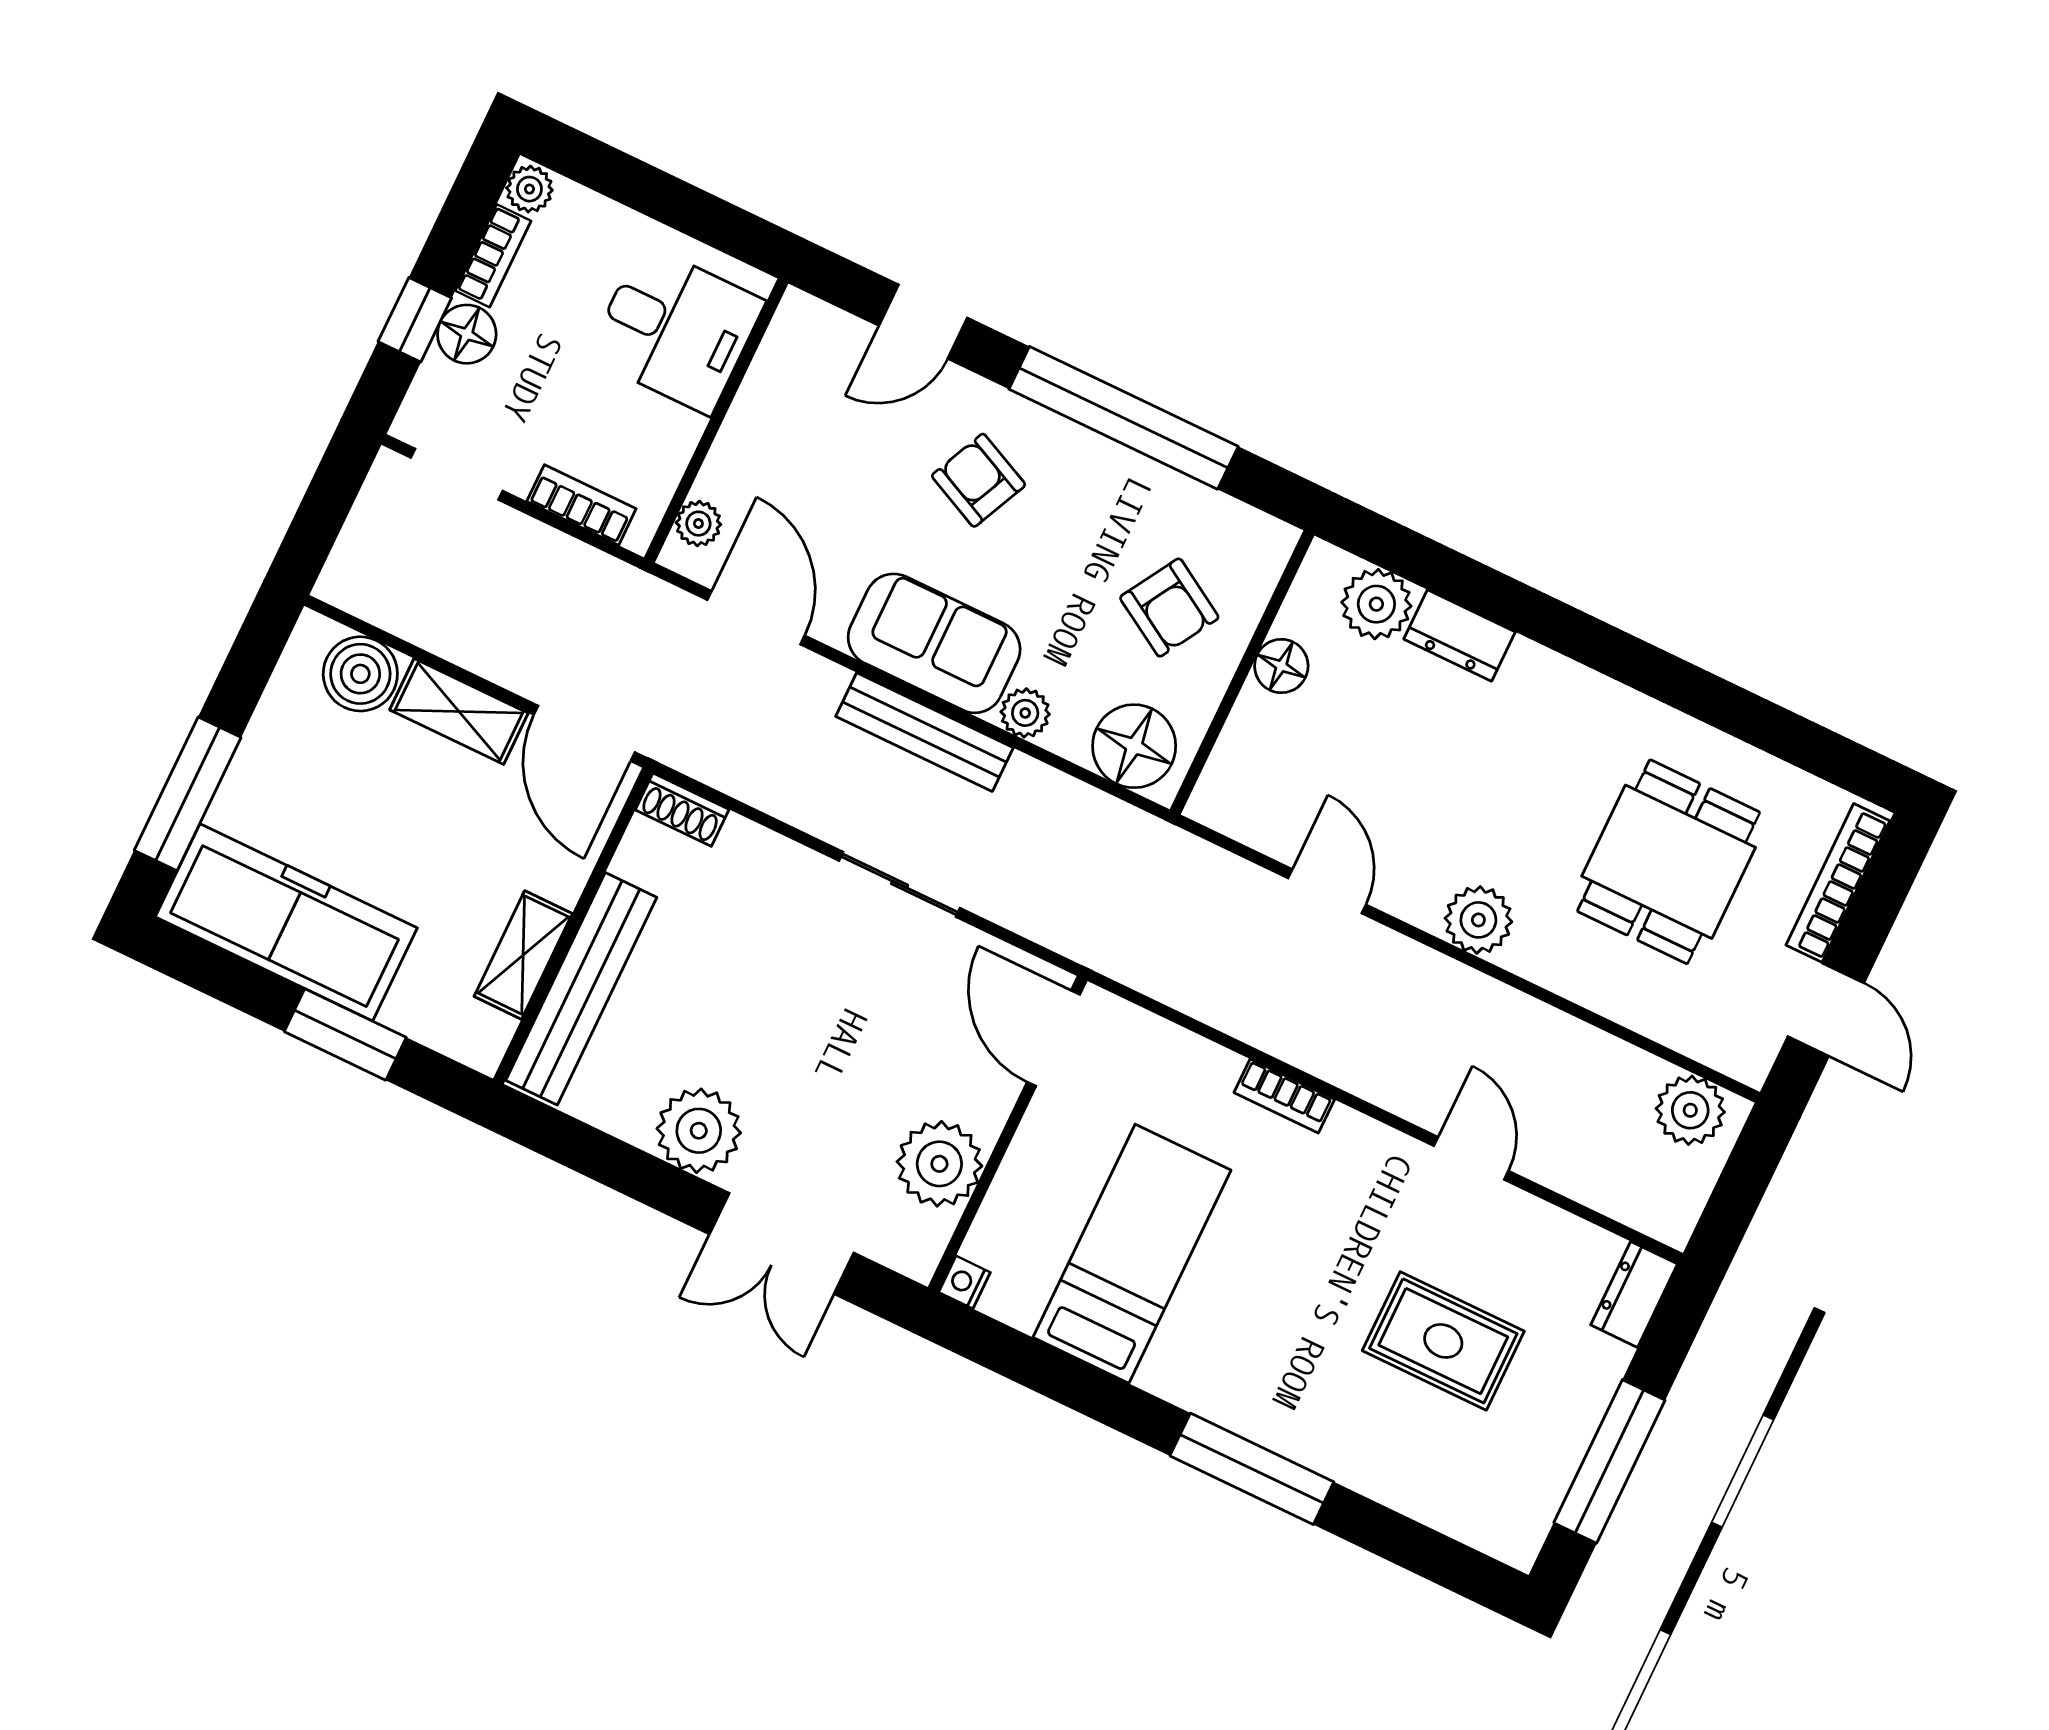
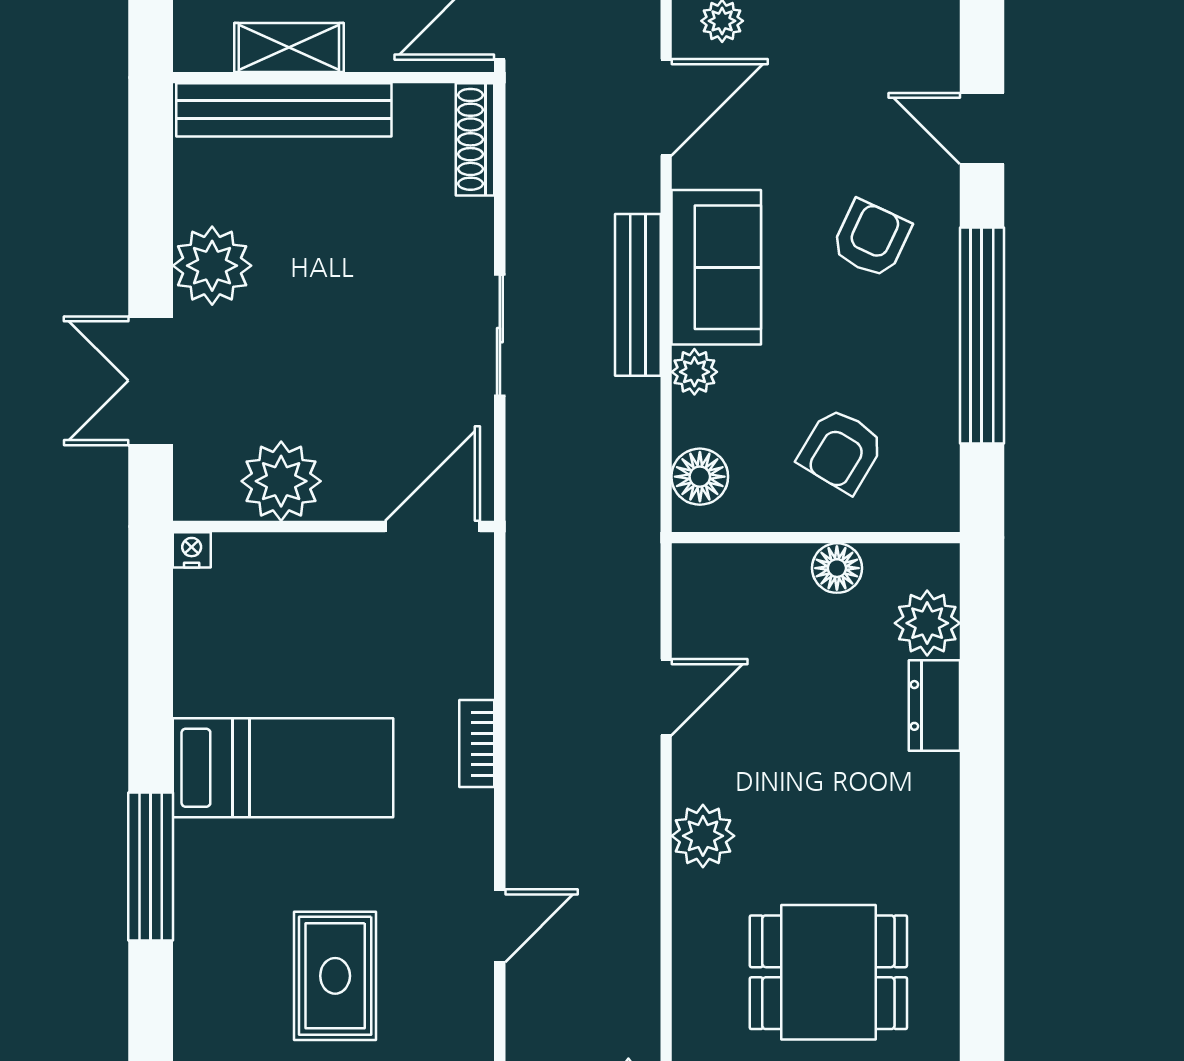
floor lamp: (1134, 746) -> (700, 477), width x0.73, depth x0.73
shoe rack: (682, 810) -> (475, 139), width x1.43
bed: (1132, 1254) -> (283, 768), moved

